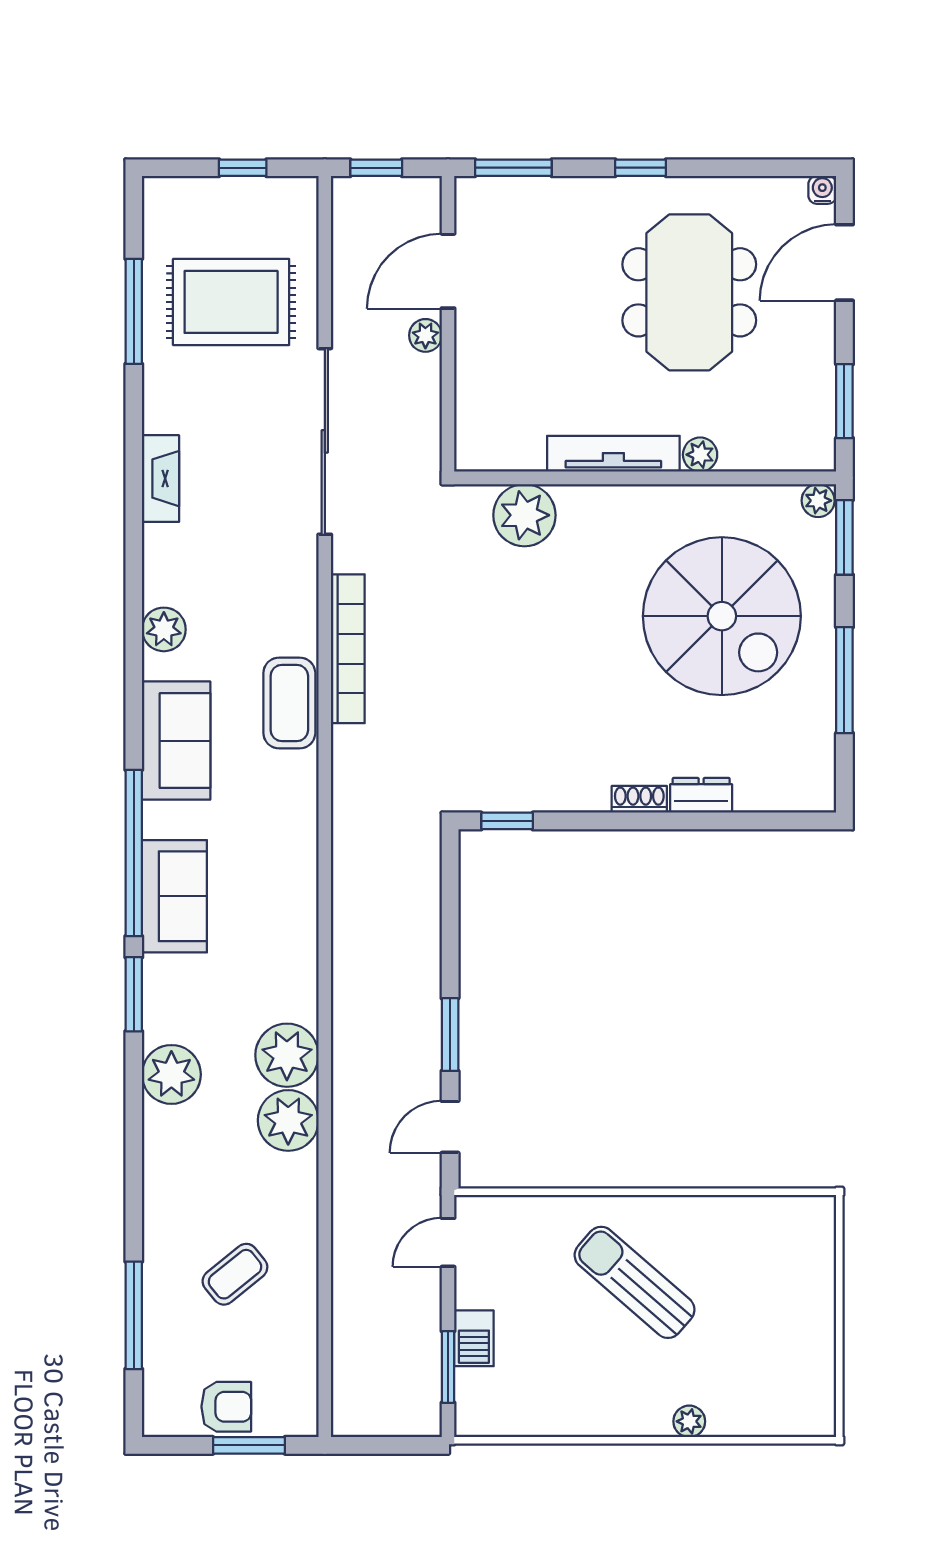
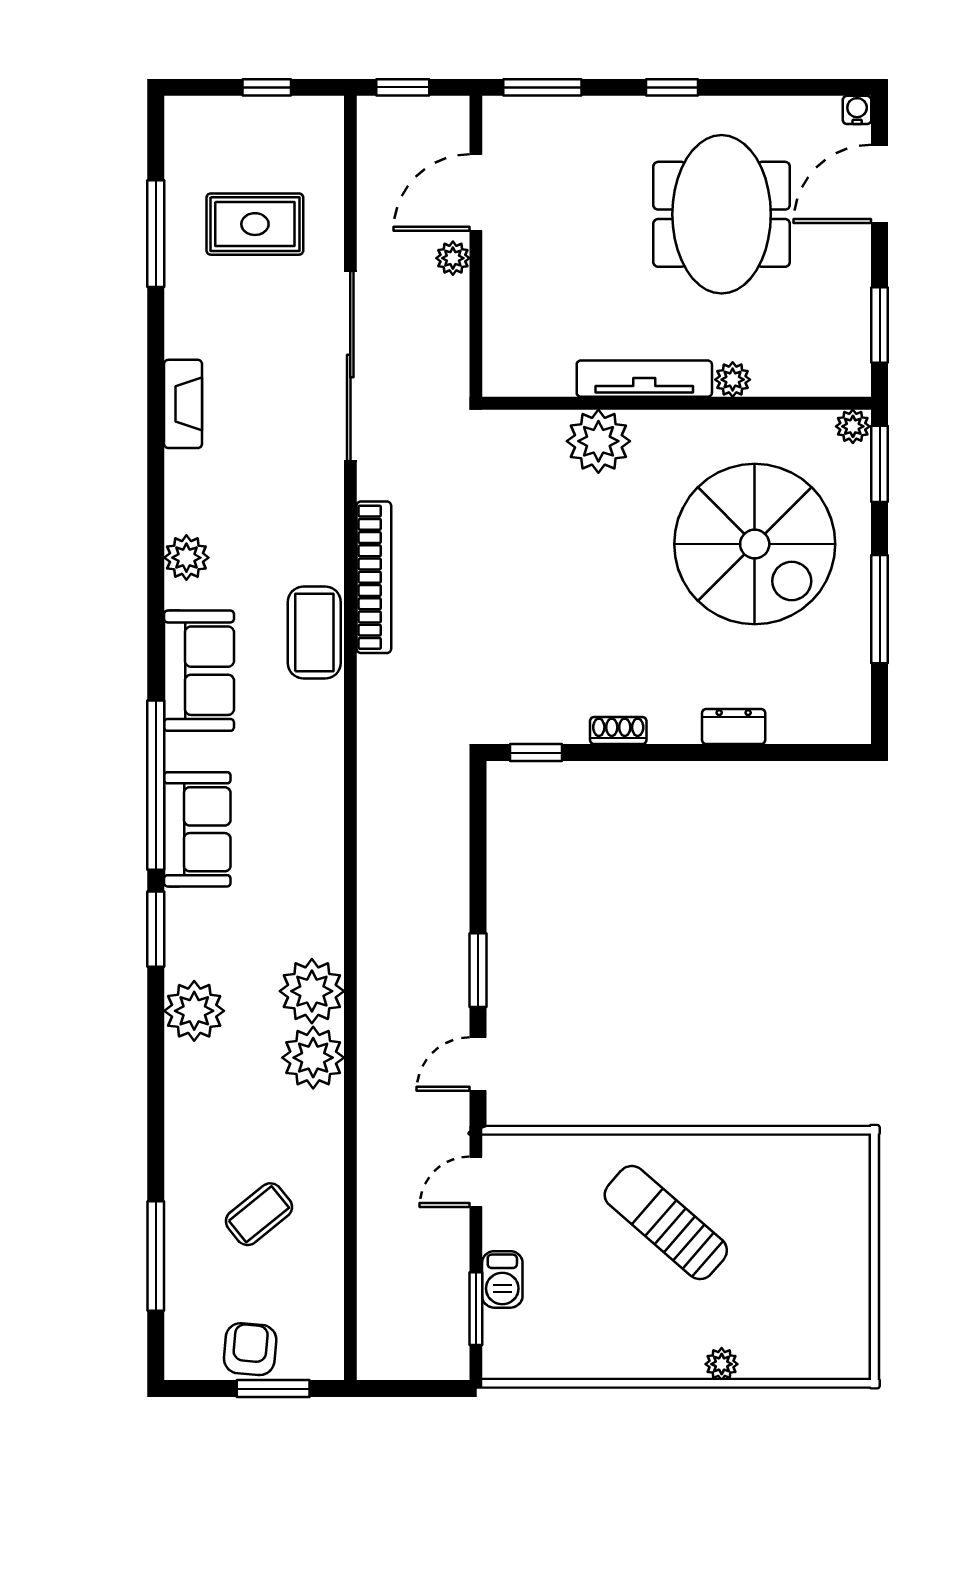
rug: (231, 302) -> (255, 224), width x0.73, depth x0.70
plant: (524, 515) -> (598, 441), moved
shoe rack: (639, 799) -> (618, 731), moved
armchair: (226, 1407) -> (250, 1349), turned -85

